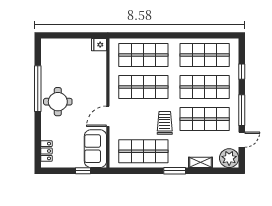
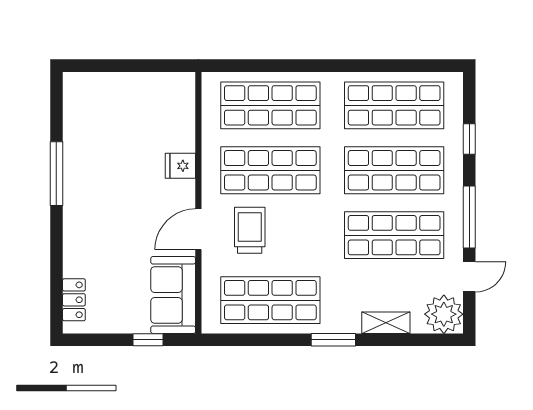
fridge: (99, 45) -> (180, 166), moved
window: (38, 89) -> (56, 174), width x0.68
round table: (58, 102) -> (97, 200), removed
trolley: (165, 123) -> (250, 230), moved

